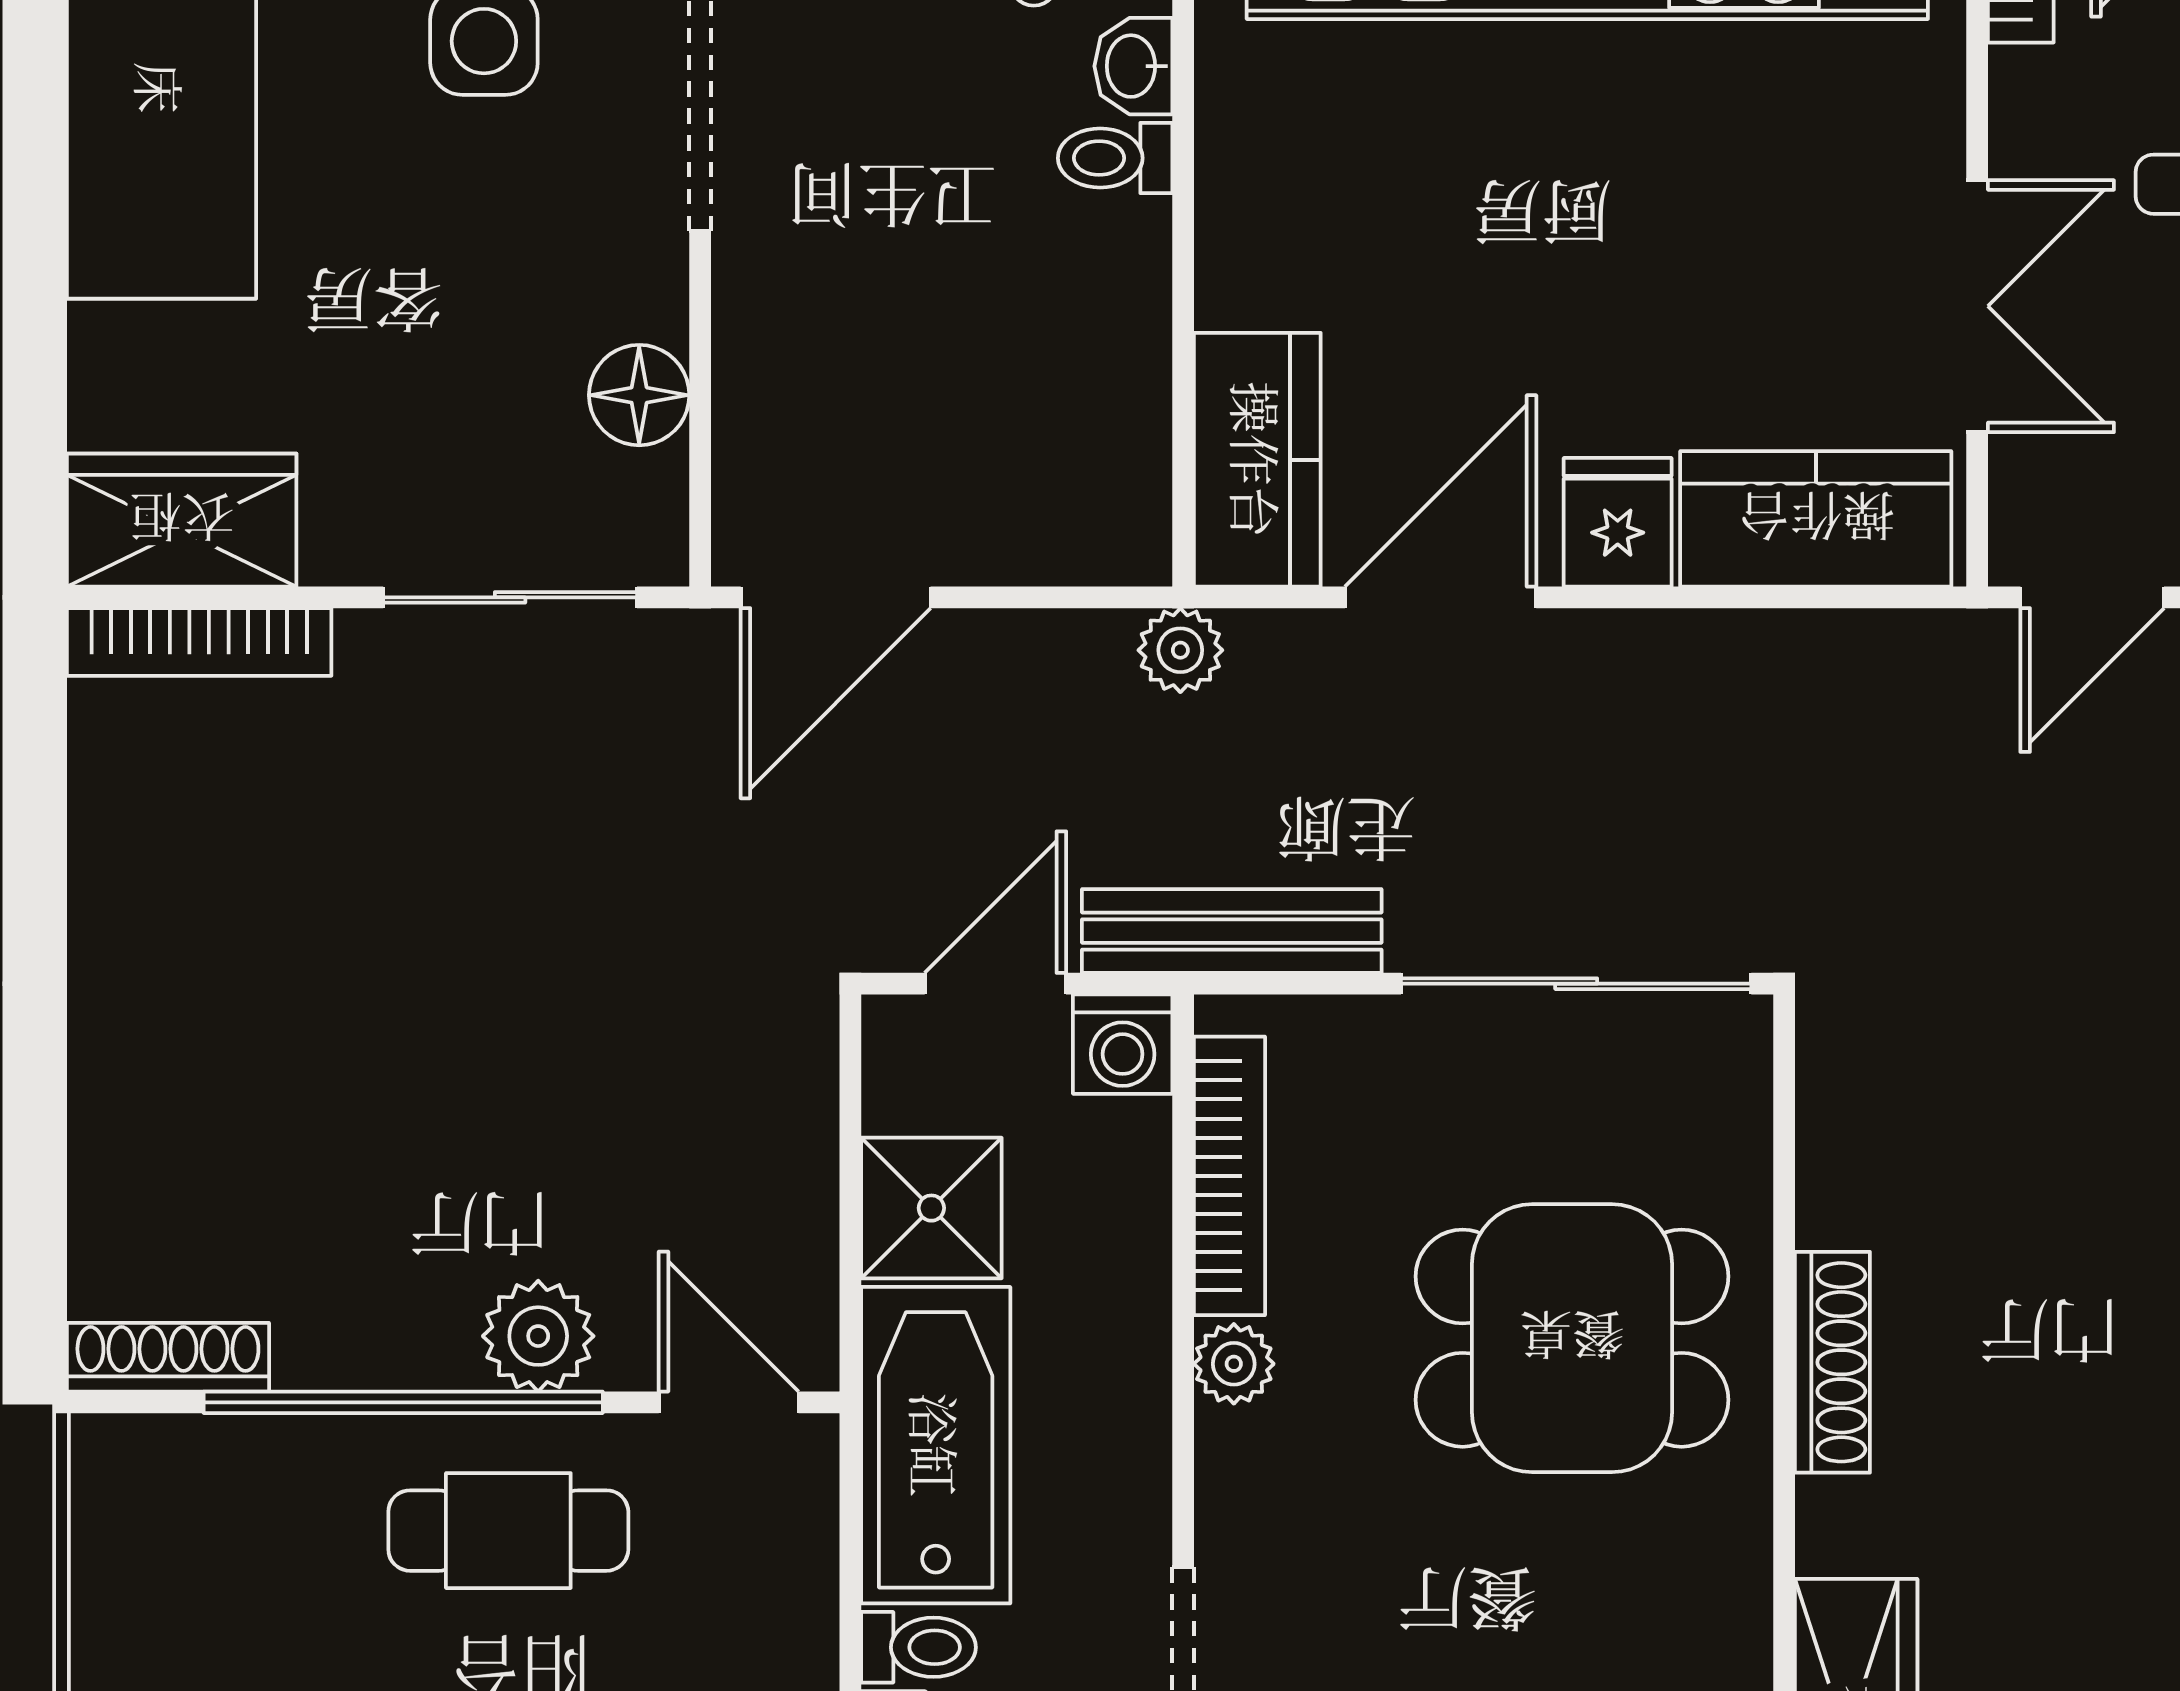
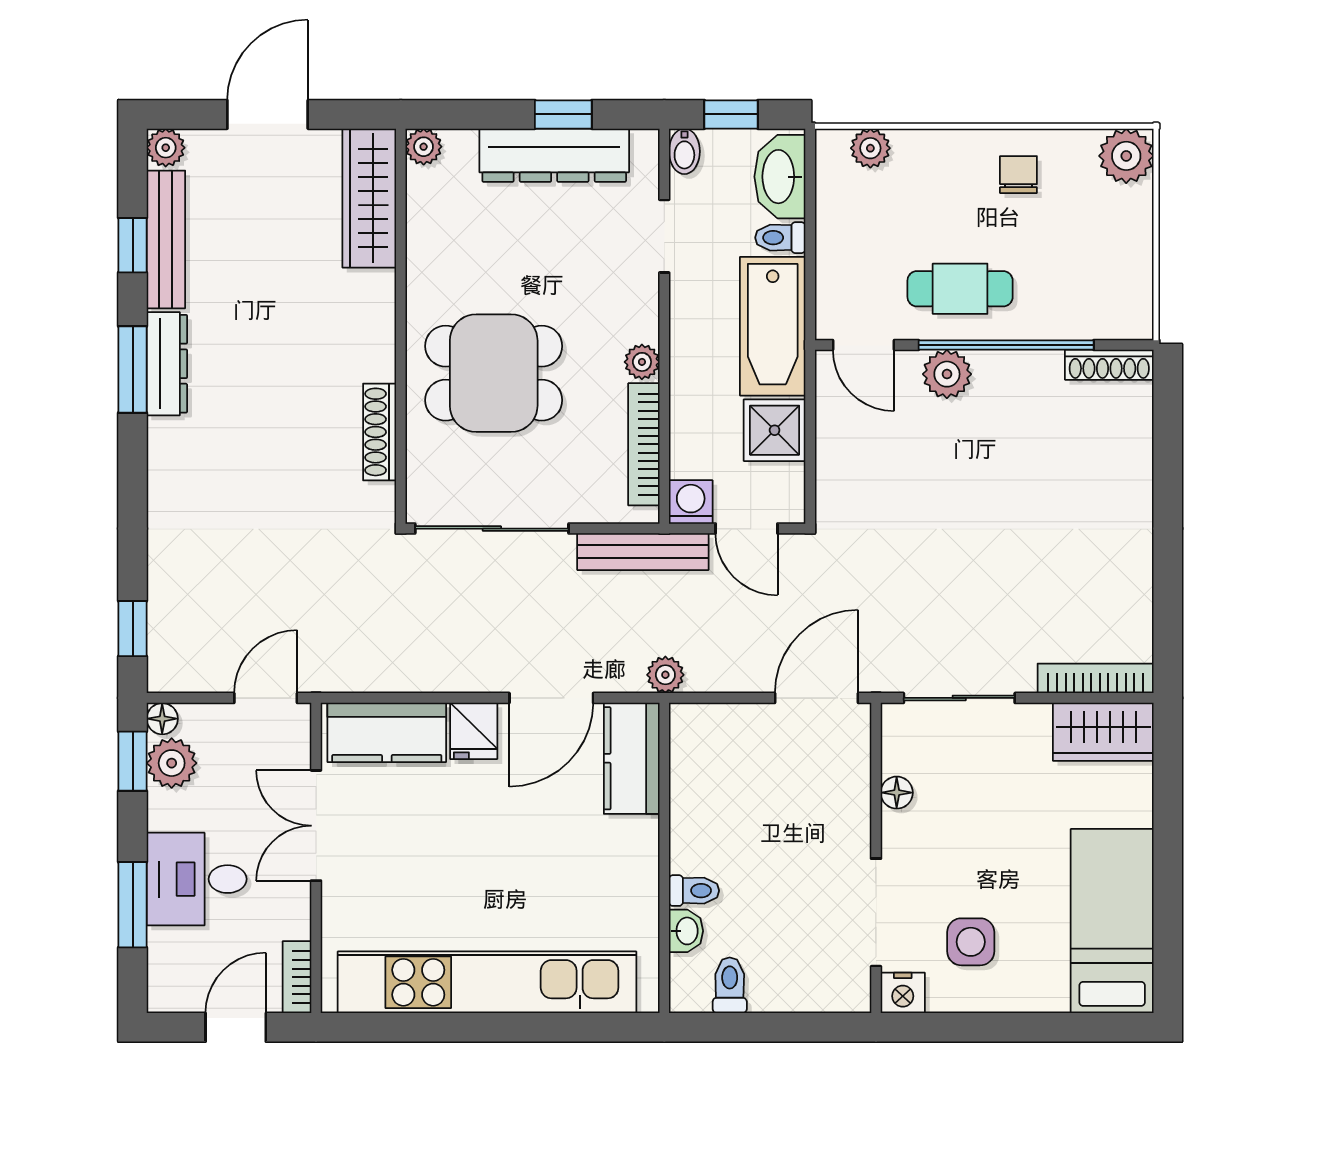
floor lamp: (639, 395) -> (897, 793), width x0.73, depth x0.73
door: (995, 984) -> (747, 529), hinge flipped
shoe rack: (1832, 1362) -> (380, 432), moved

